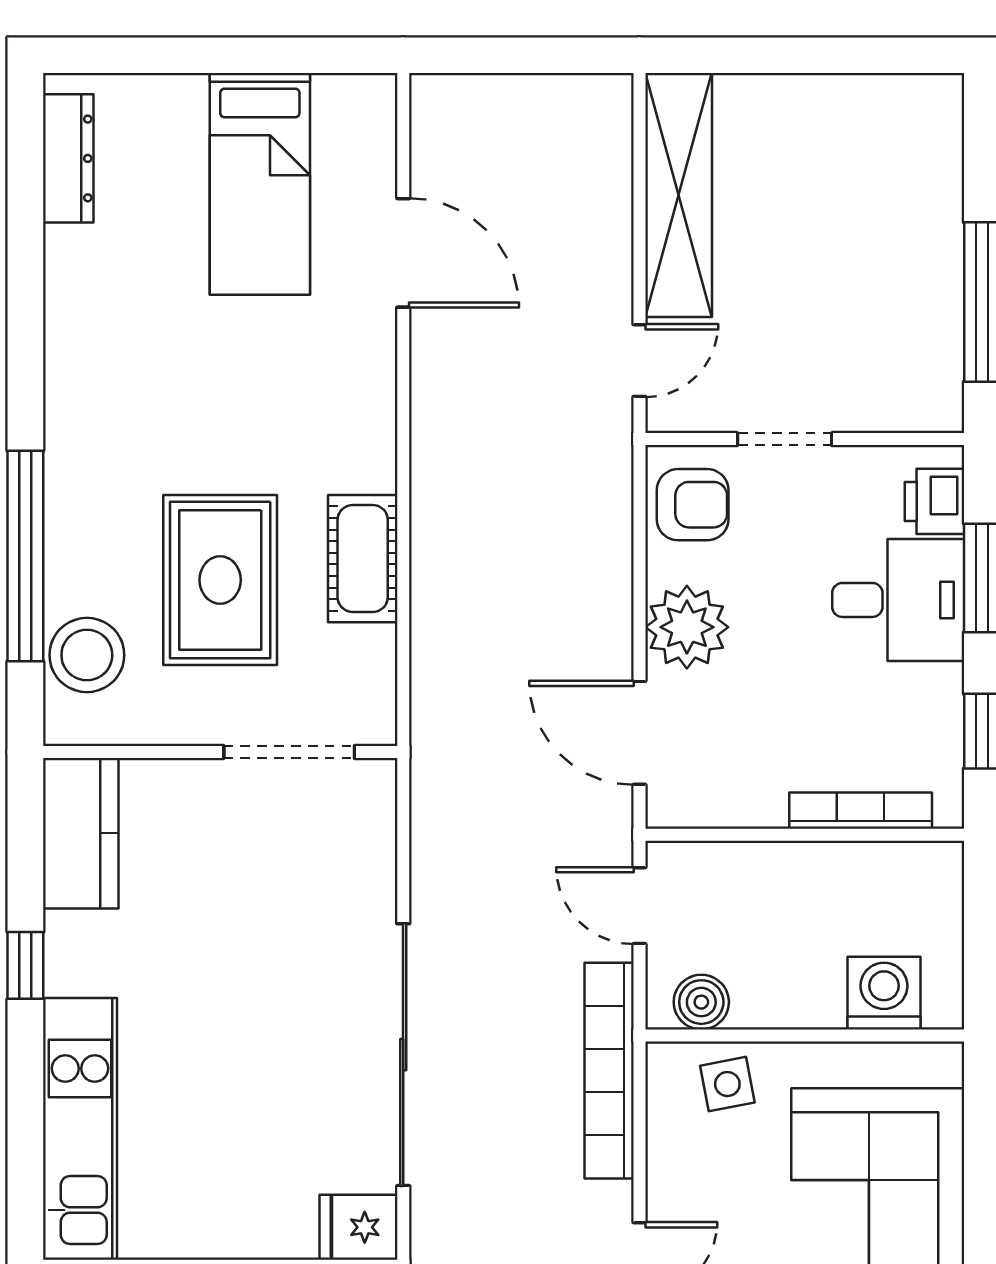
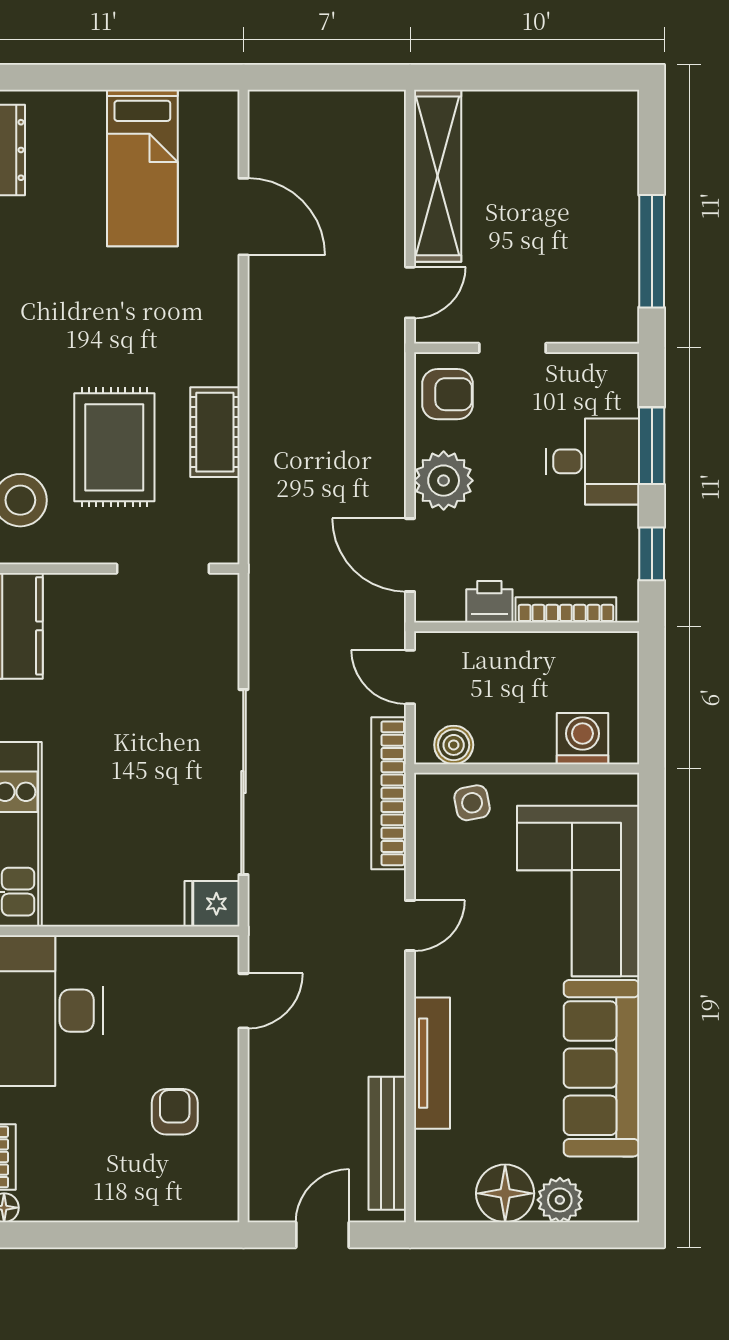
printer: (934, 501) -> (489, 602), moved, turned 90

